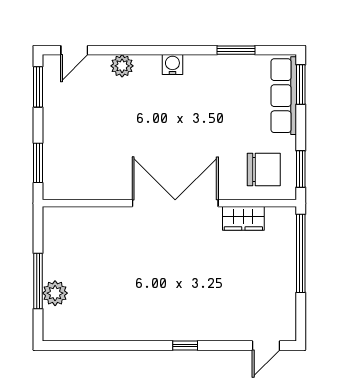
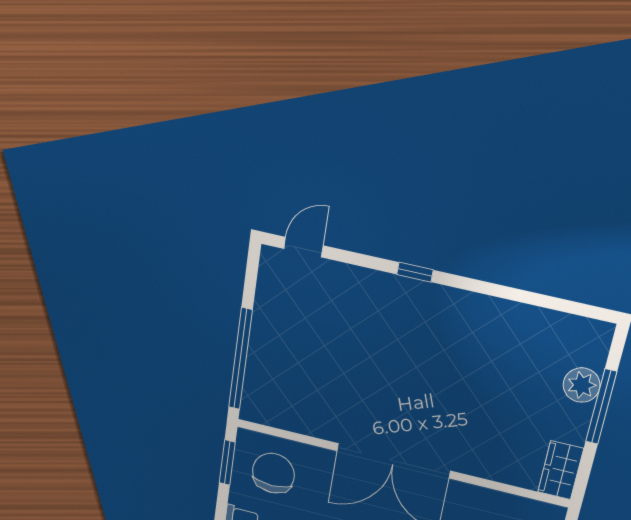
chair: (264, 170) -> (273, 473), turned 90
wardrobe: (243, 218) -> (561, 470), moved, turned -90

